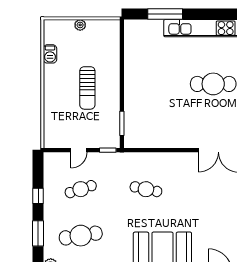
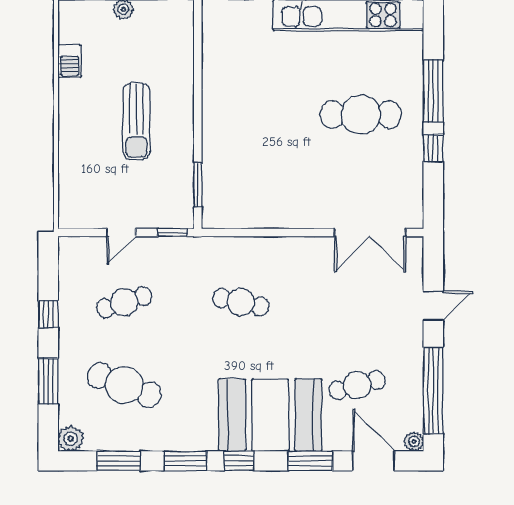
cafe table: (81, 236) -> (124, 385), turned 30
cafe table: (211, 236) -> (357, 385), added

